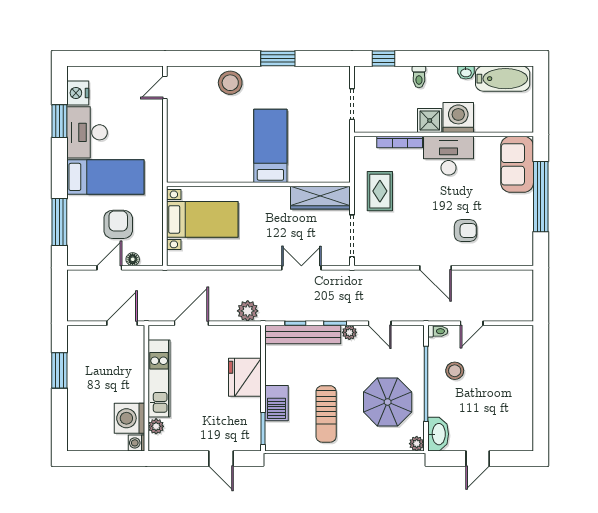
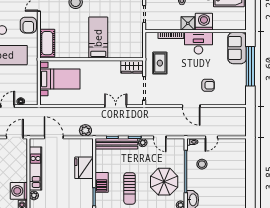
cot: (180, 156) -> (47, 43), added
wardrobe: (320, 198) -> (132, 67), width x0.67
armchair: (118, 224) -> (28, 25), moved, turned 180
door: (191, 323) -> (54, 137), hinge flipped

